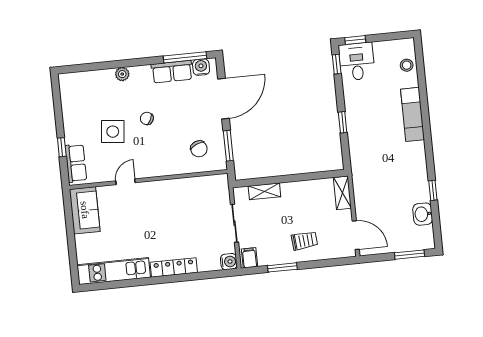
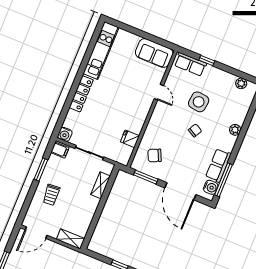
plant: (67, 95) -> (241, 83), added
fridge: (195, 186) -> (130, 139), added

